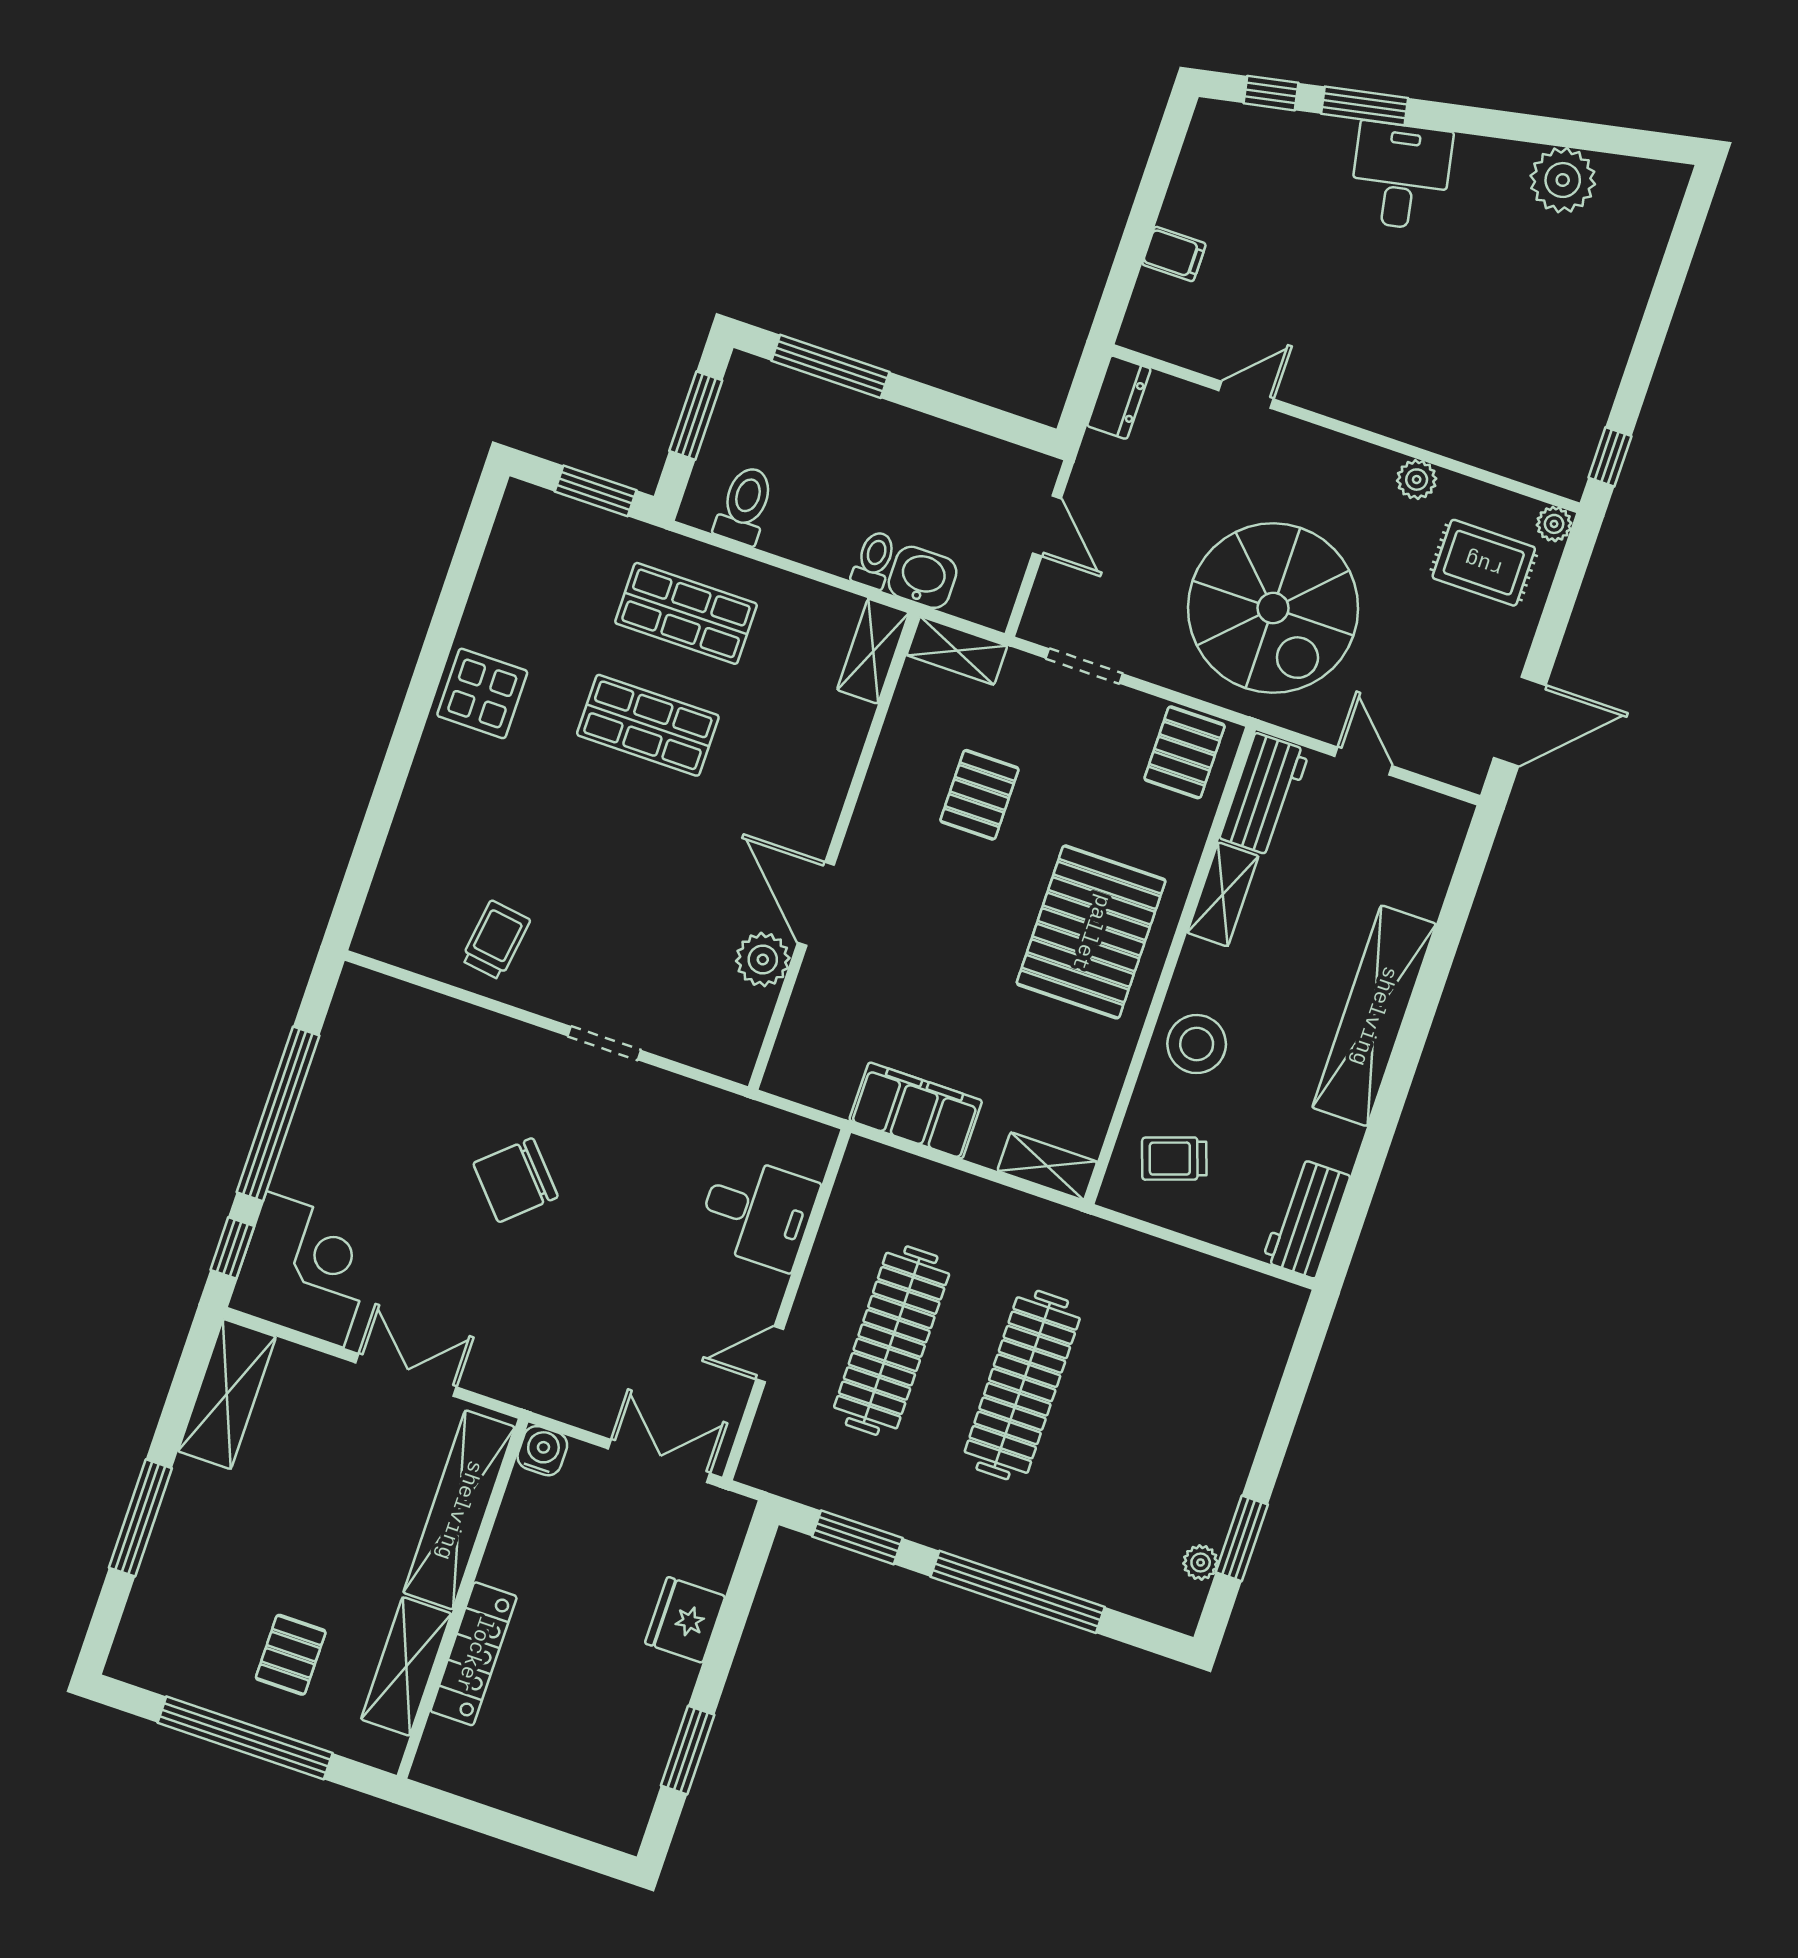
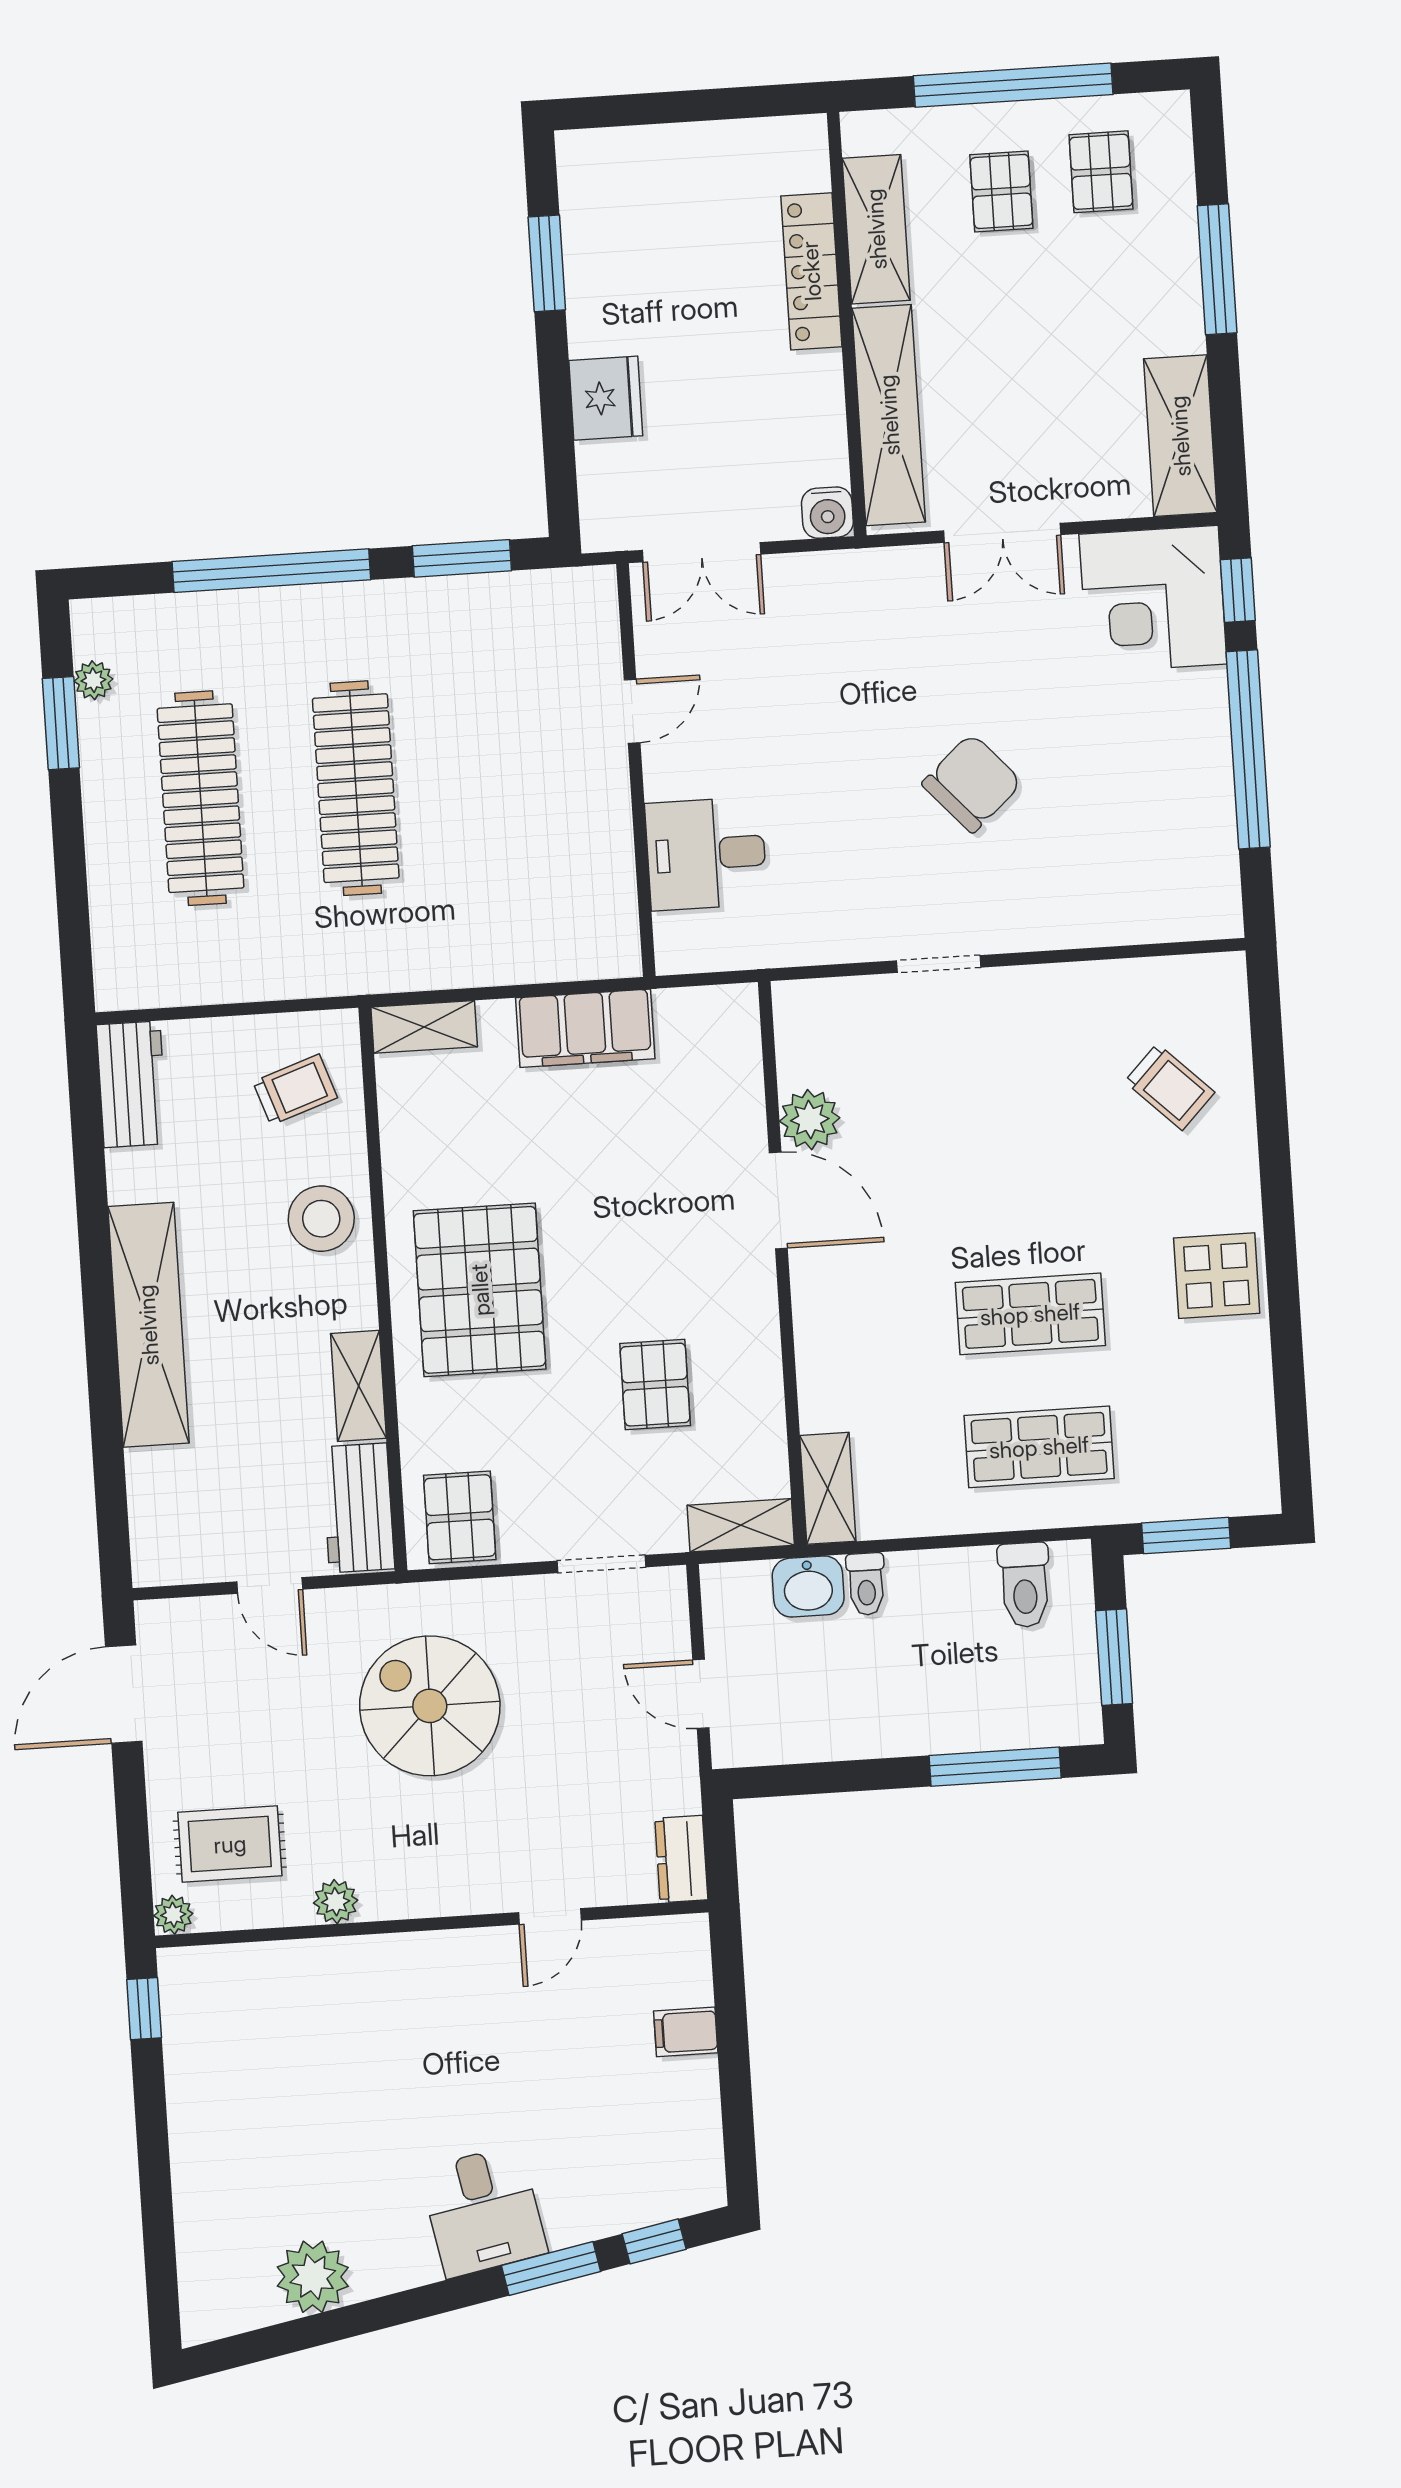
spiral stairs: (1273, 608) -> (430, 1706), width x0.73, depth x0.73
trolley: (496, 940) -> (1170, 1087), moved, turned -54
clothes rail: (892, 1341) -> (201, 798), moved
pallet: (203, 1637) -> (1101, 172), added

